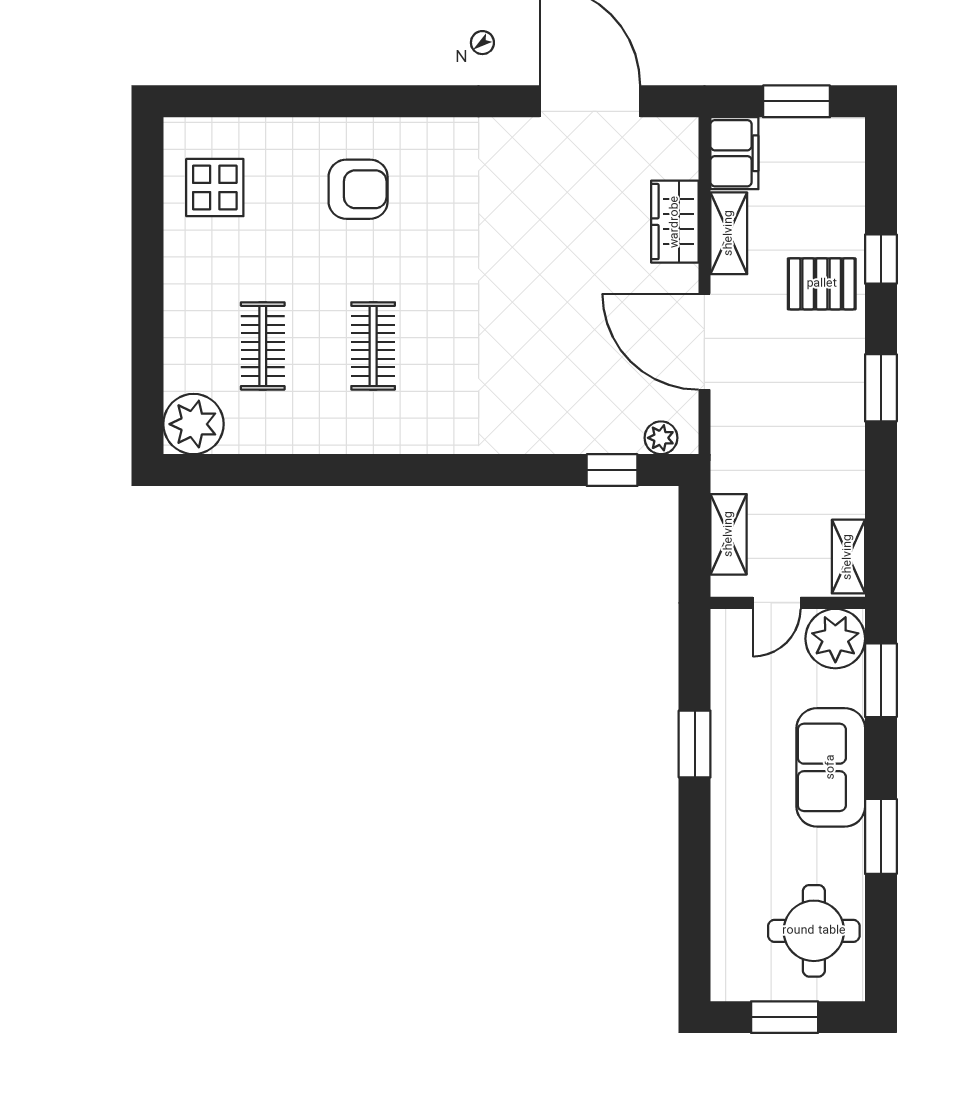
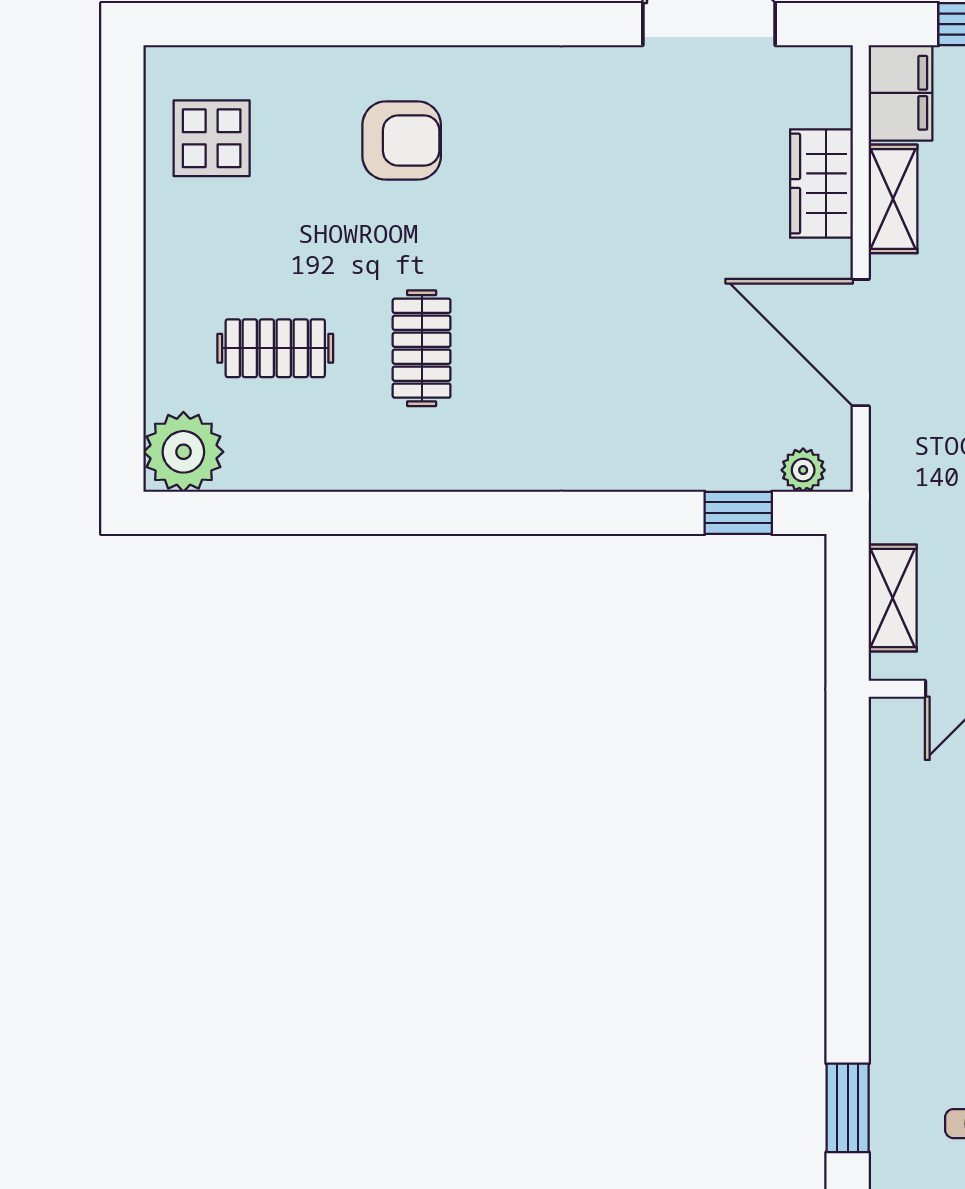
clothes rail: (263, 346) -> (275, 348), turned 90
window: (695, 744) -> (848, 1108), moved

